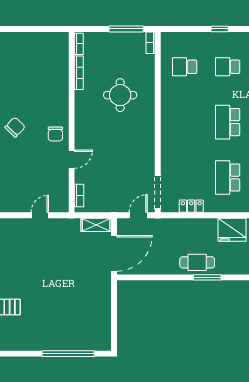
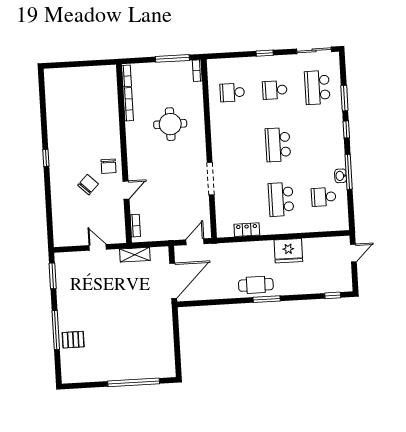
chair: (15, 127) -> (88, 185), moved
doorway: (158, 192) -> (211, 179), moved
door: (40, 215) -> (98, 247), hinge flipped
shelving: (96, 225) -> (135, 255), moved

